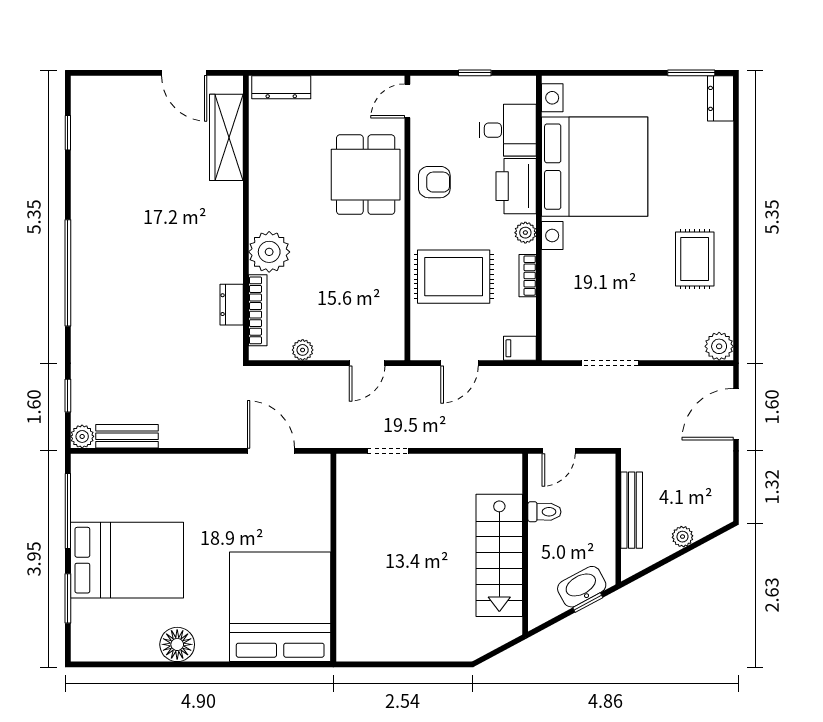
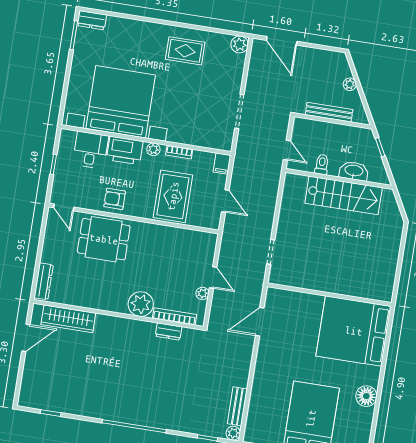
armchair: (434, 182) -> (115, 199), turned -90
door: (367, 363) -> (213, 277), moved
washbasin: (582, 587) -> (354, 171), moved, turned 118

